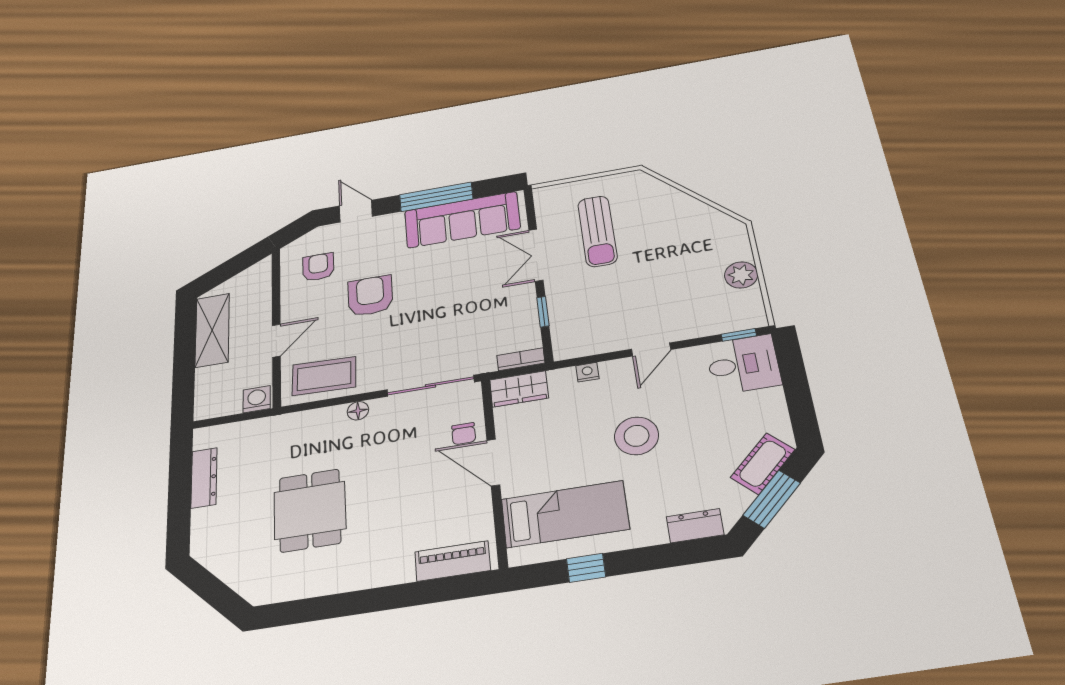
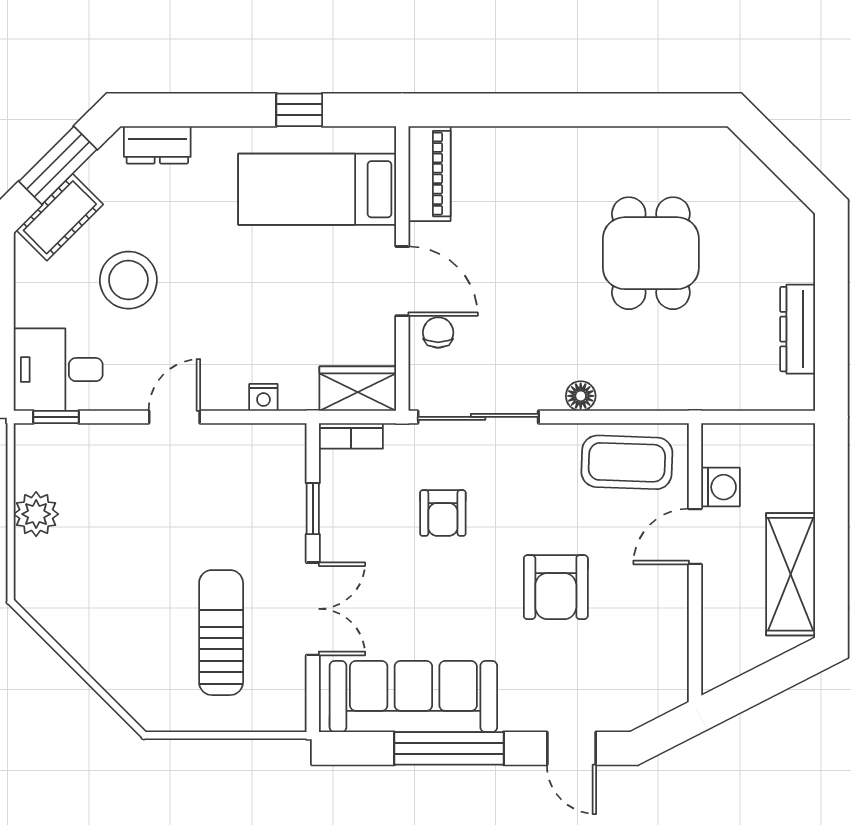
armchair: (318, 267) -> (443, 513), moved
washing machine: (257, 399) -> (720, 487), moved, turned -90
stool: (636, 436) -> (128, 280), moved
piano: (452, 561) -> (429, 174), moved, turned -90

